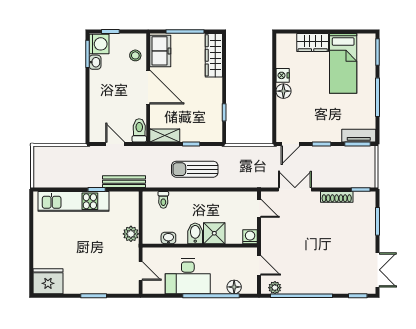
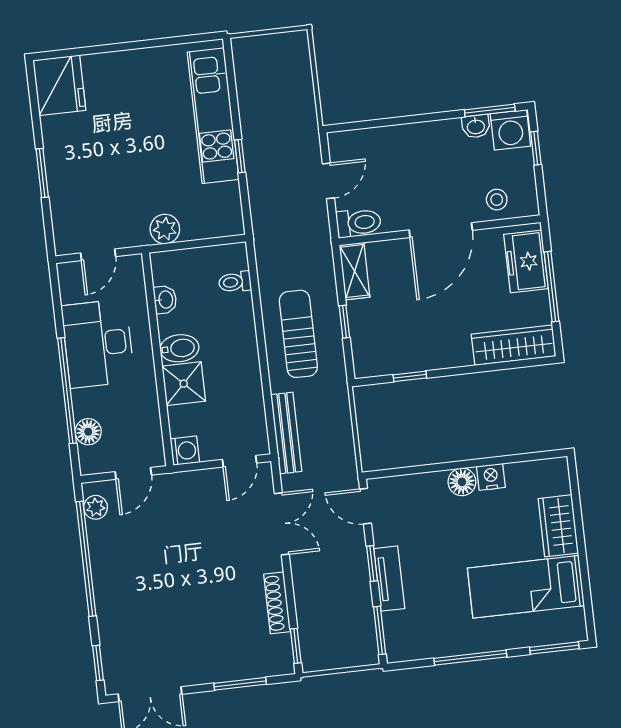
freezer: (160, 51) -> (526, 262), moved, turned 90
tv unit: (359, 136) -> (389, 579), moved
bench: (124, 182) -> (286, 433), moved

